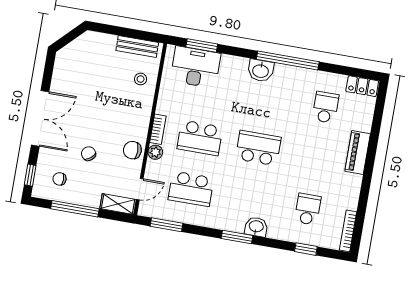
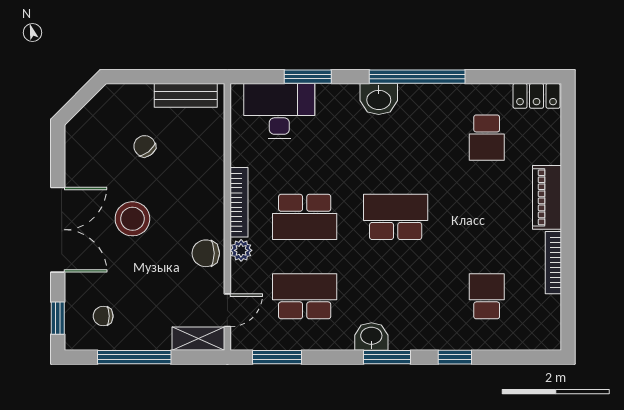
window: (202, 45) -> (308, 77), moved
stool: (141, 79) -> (132, 219), moved, width x1.89, depth x1.89
school desk: (326, 107) -> (487, 138), turned 180
bookcase: (158, 129) -> (239, 202), width x1.56
chair: (89, 154) -> (145, 146), moved
school desk: (191, 189) -> (305, 296), turned 180
washbasin: (256, 227) -> (371, 337), moved
bookcase: (348, 231) -> (553, 263), moved
window: (306, 249) -> (455, 357), moved

